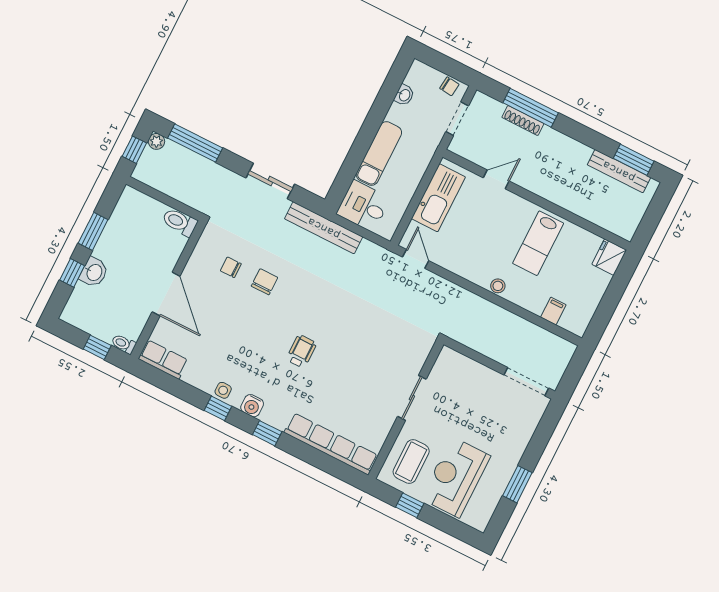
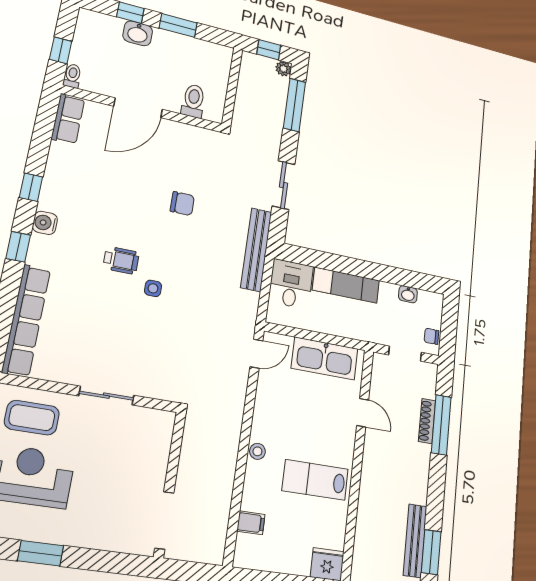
chair: (449, 86) -> (431, 336), turned 84
toilet: (180, 222) -> (193, 101), moved
chair: (231, 267) -> (186, 166), removed
side table: (223, 390) -> (153, 288), moved

